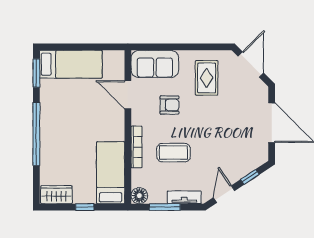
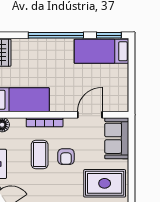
bed: (71, 64) -> (101, 51), moved, turned 90
rug: (207, 78) -> (105, 183), width x1.36, depth x1.43
armchair: (169, 105) -> (66, 157), moved

